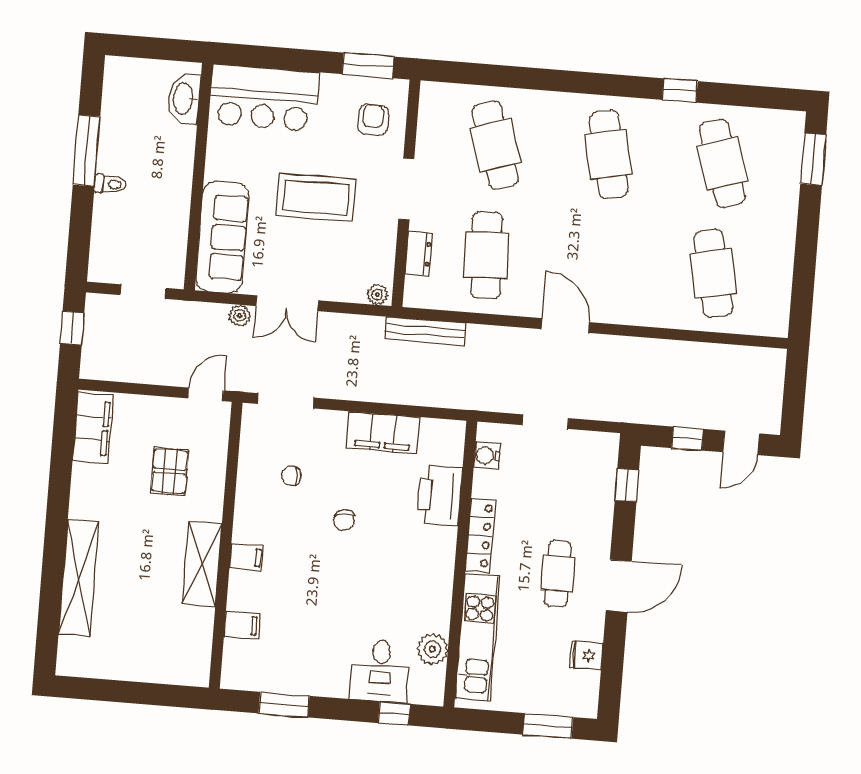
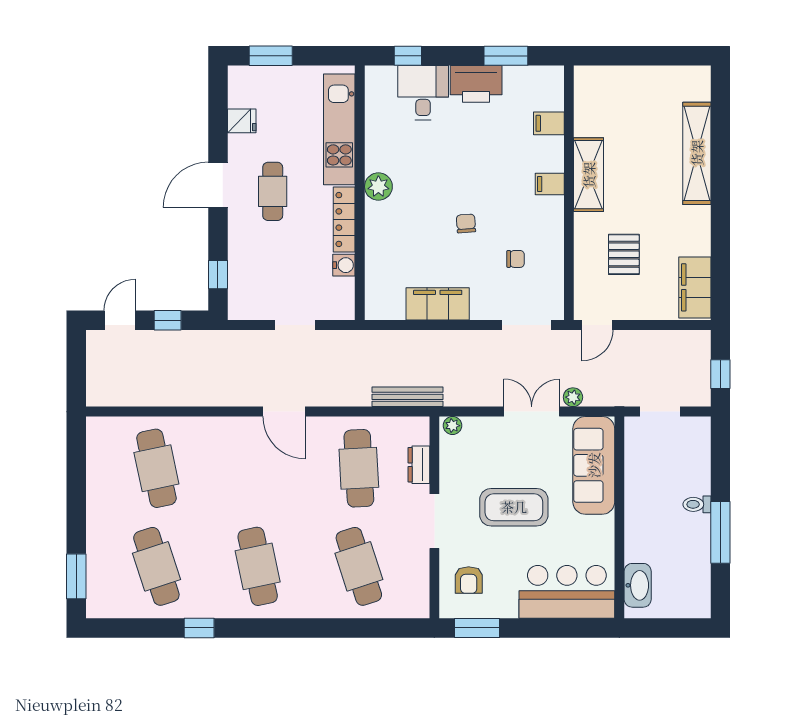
water cooler: (487, 456) -> (344, 265), moved
printer: (440, 495) -> (476, 84), moved, turned 90
plant: (432, 649) -> (378, 187), moved

